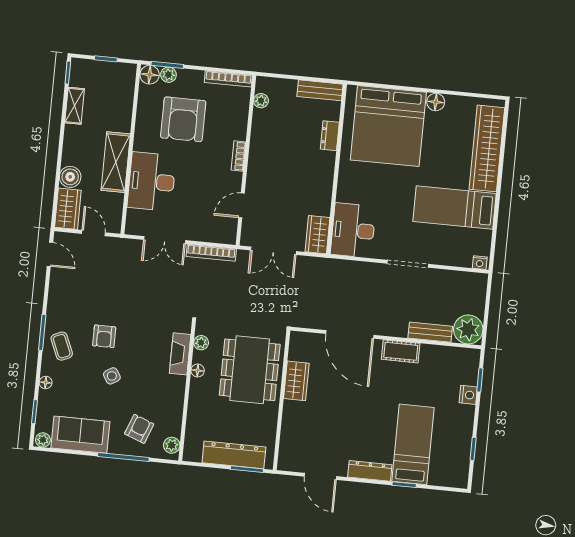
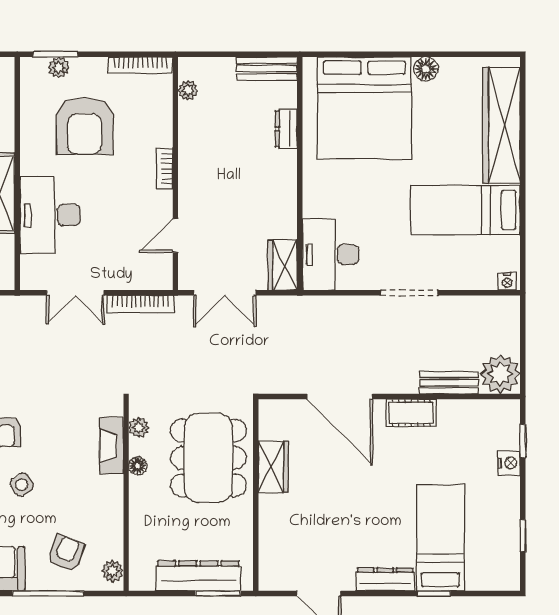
floor lamp: (150, 75) -> (33, 70), removed

